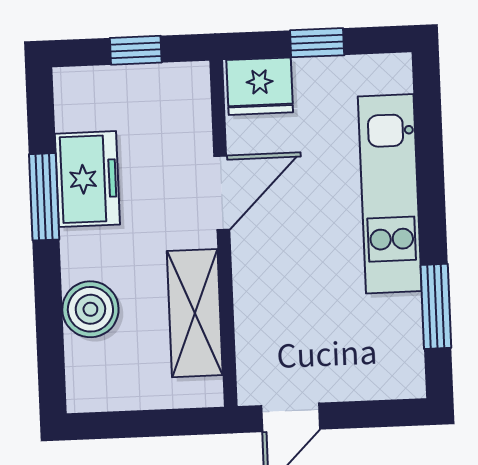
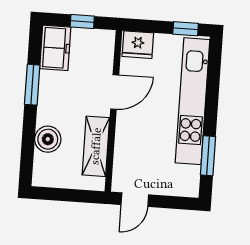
window: (317, 43) -> (186, 29), moved
freezer: (87, 179) -> (55, 48), moved
kitchen unit: (390, 194) -> (192, 101), width x1.36

